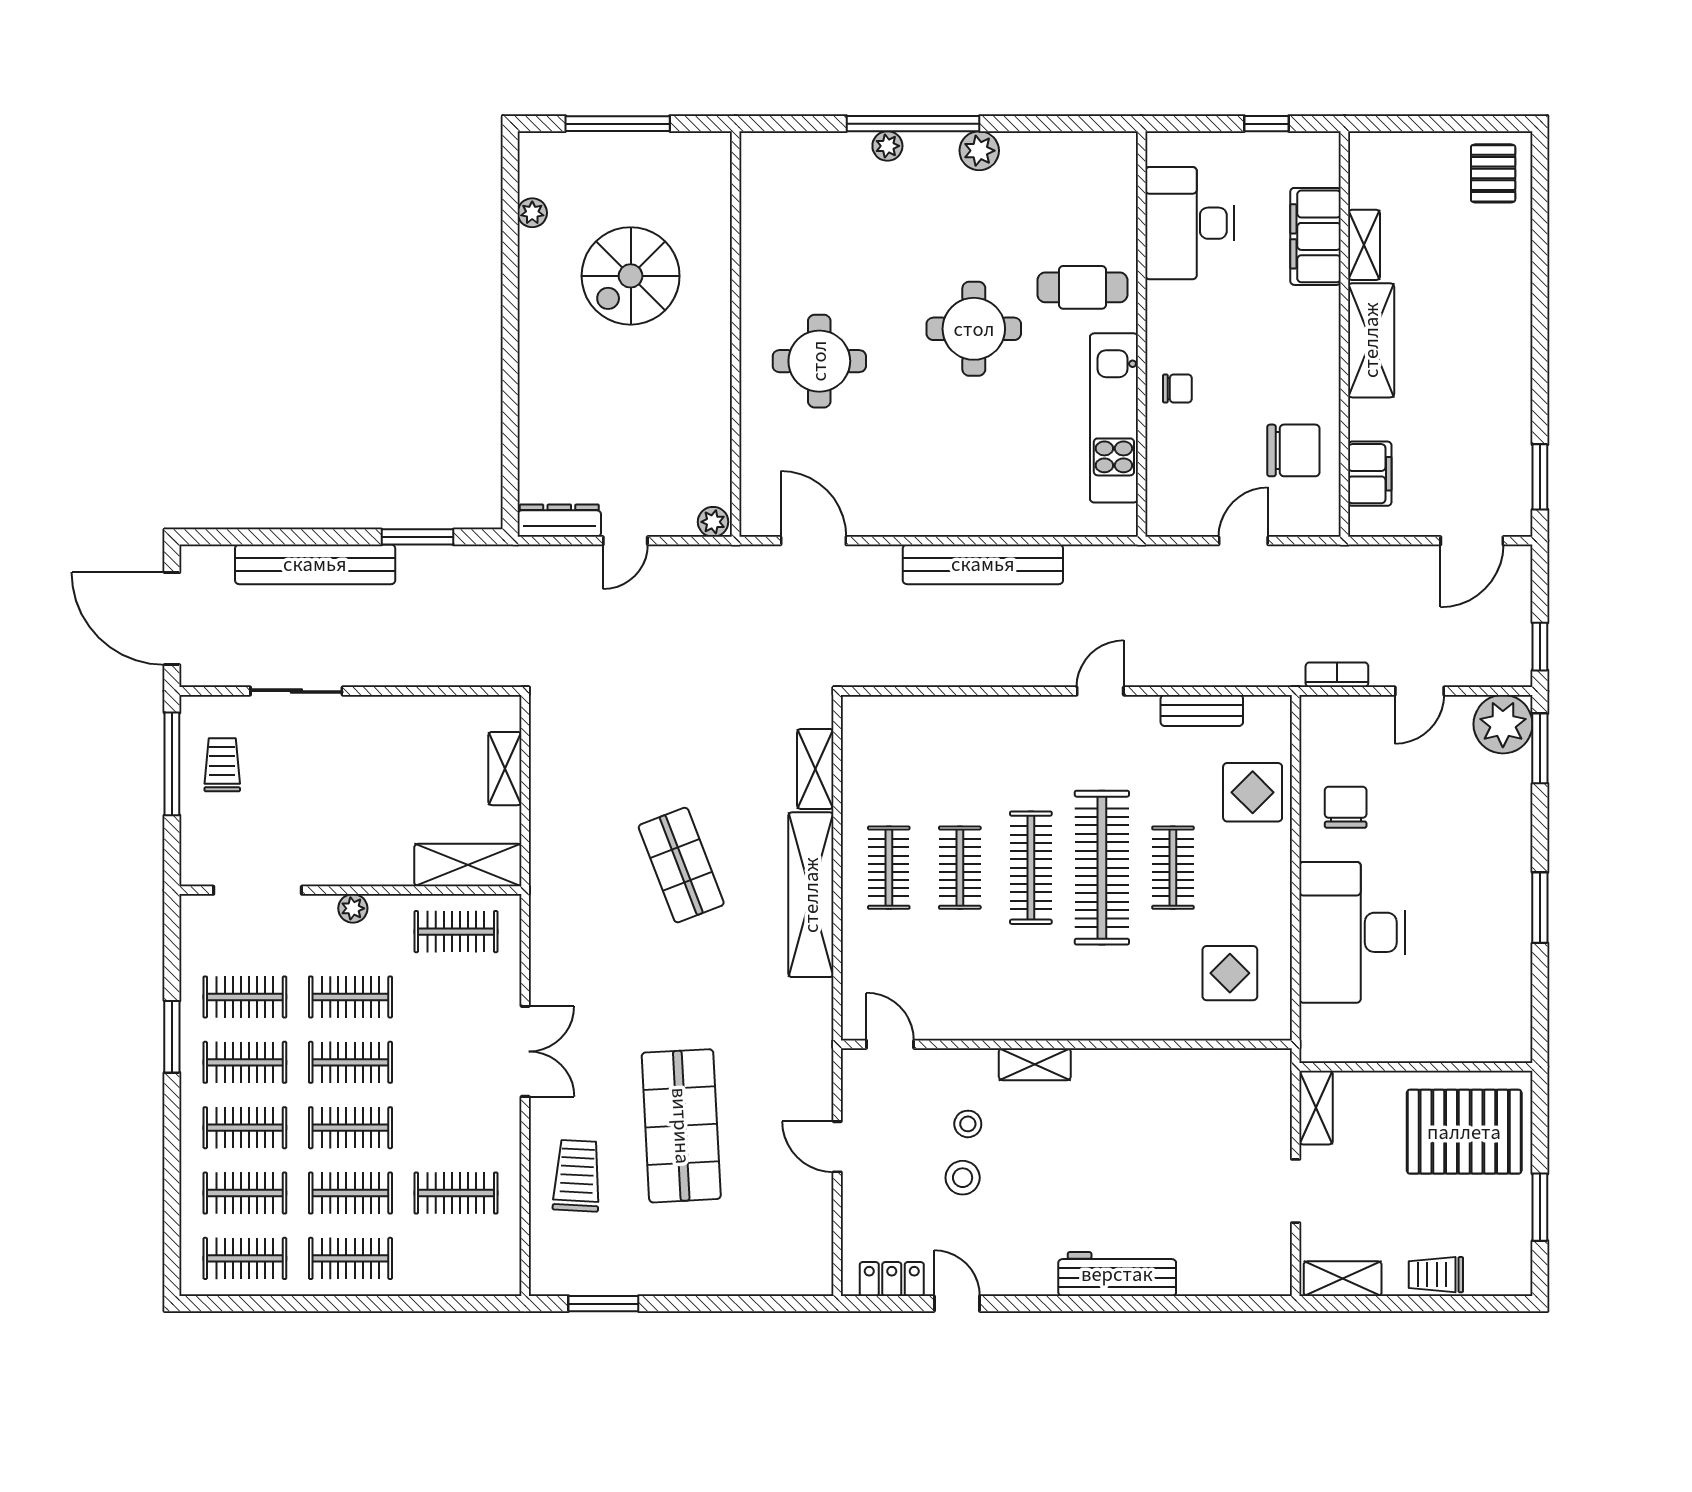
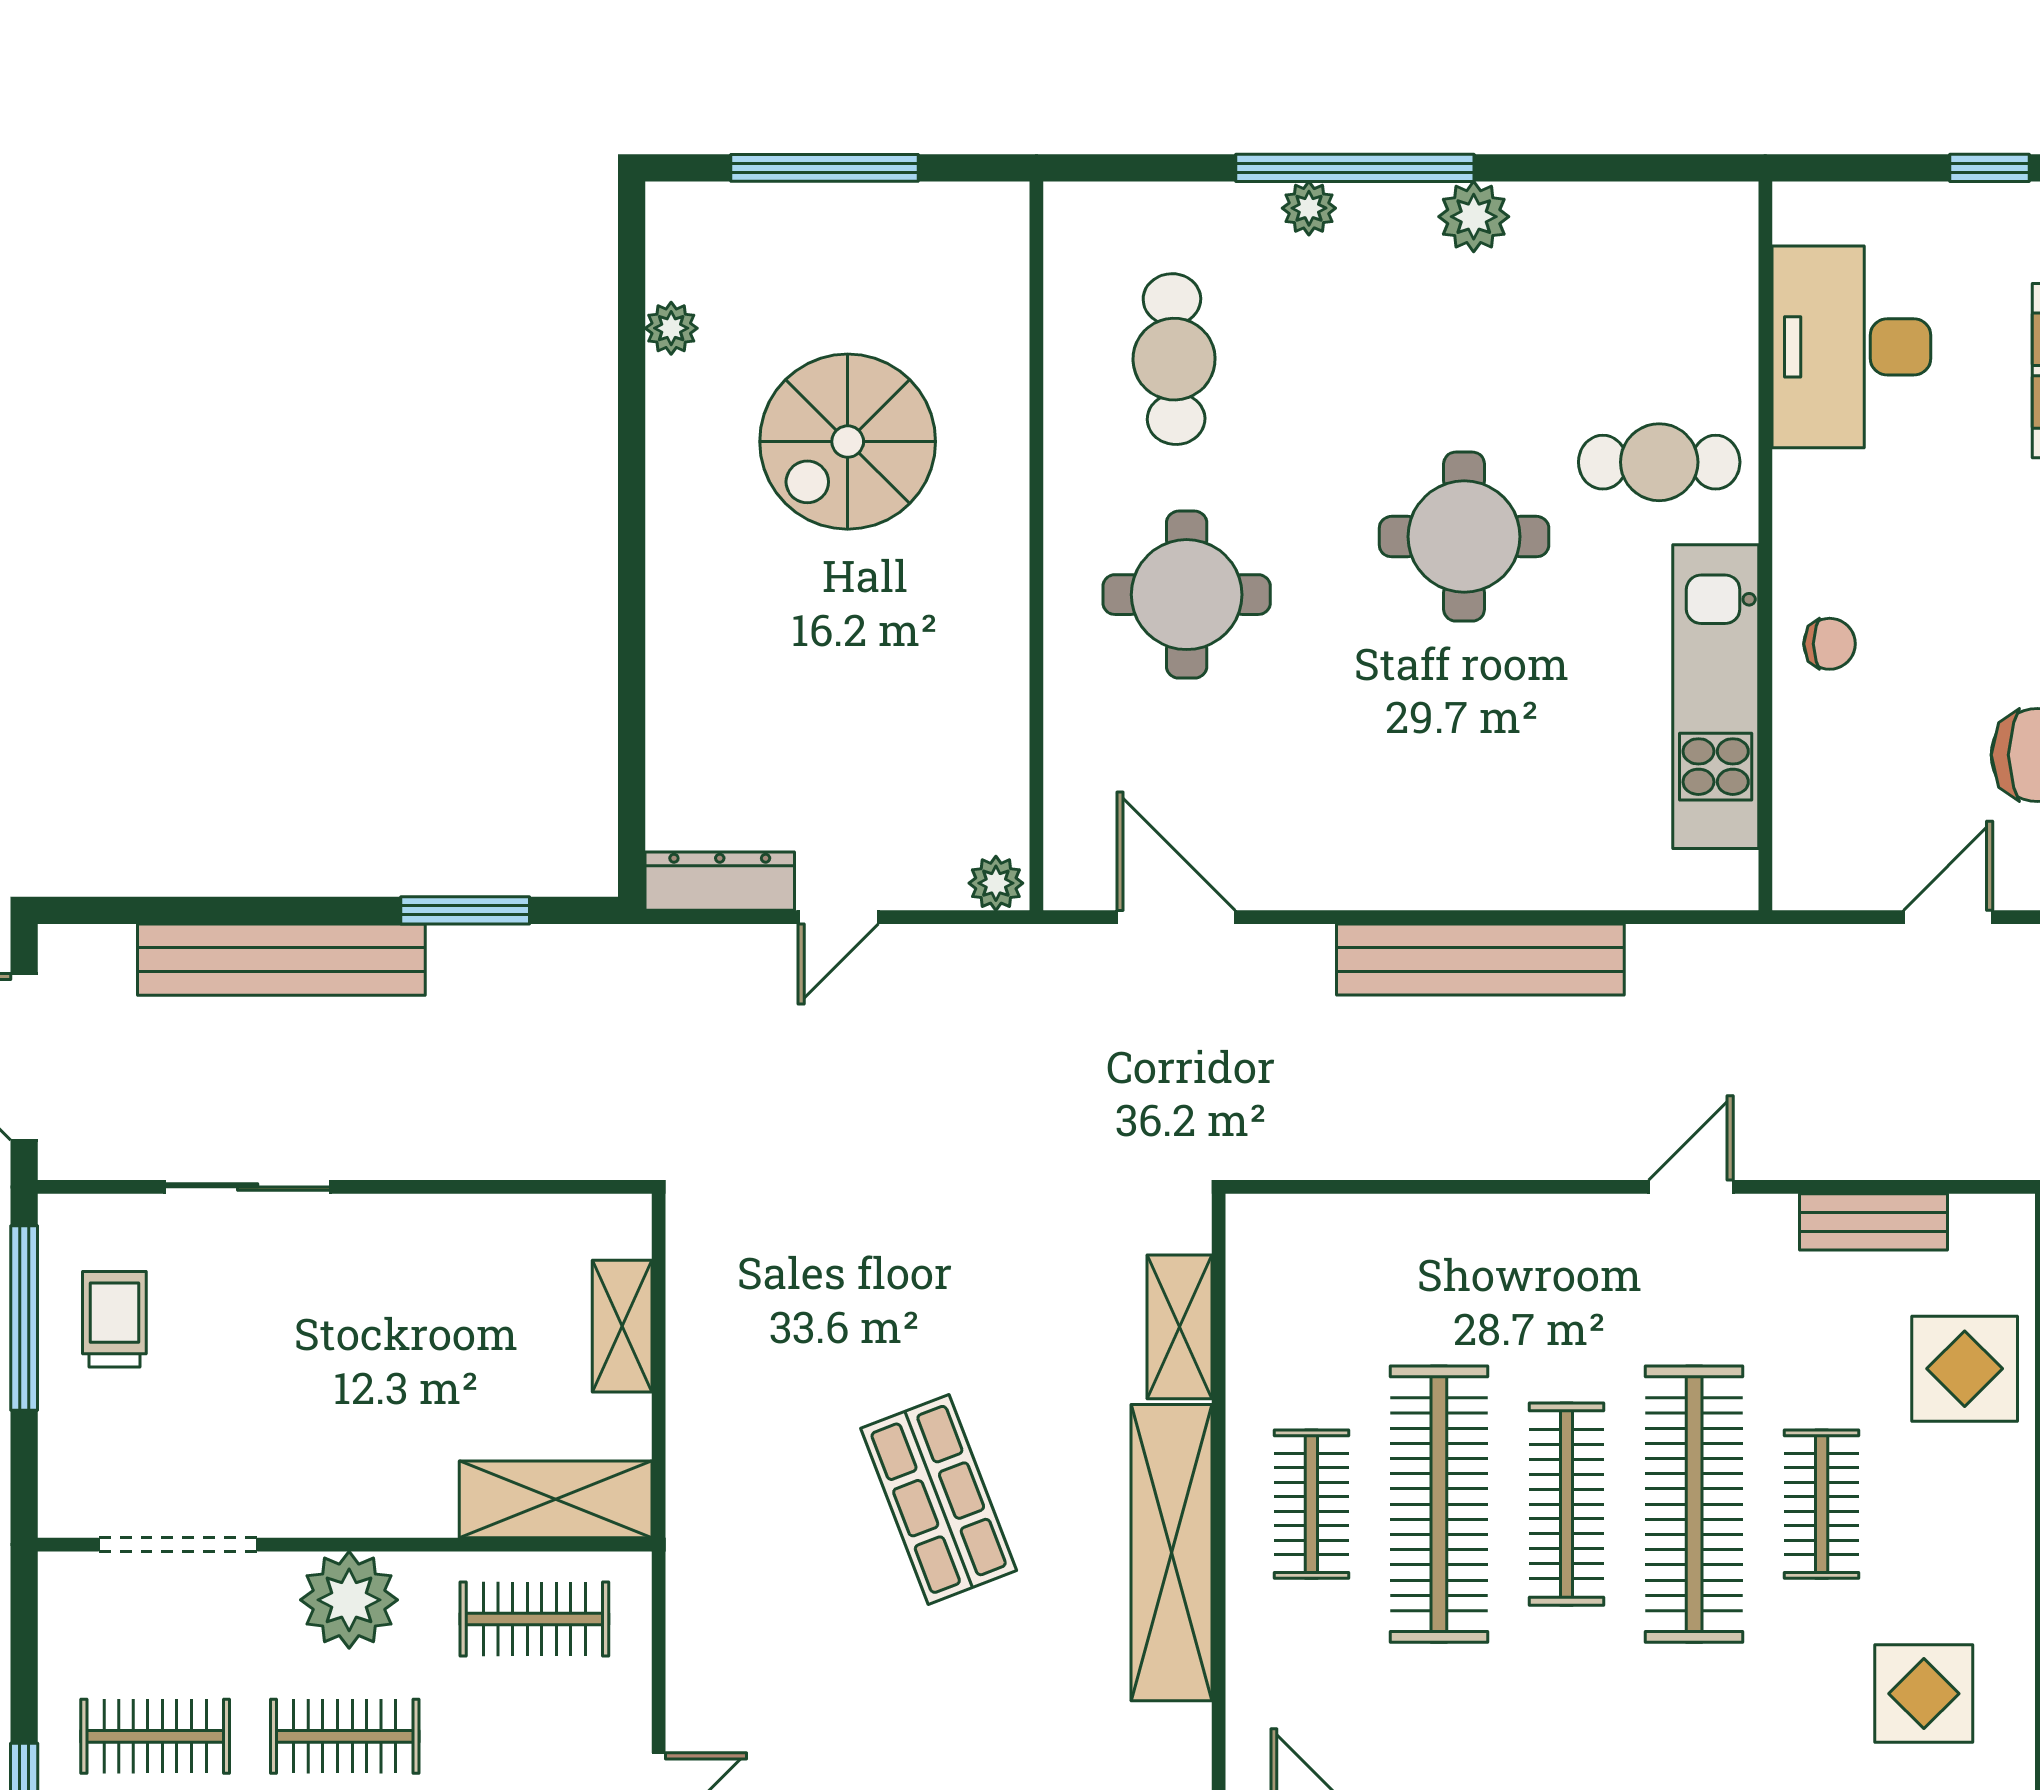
cafe table: (812, 230) -> (1174, 359), added
clothes rail: (960, 868) -> (1439, 1504), width x1.86, depth x1.31
plant: (353, 908) -> (349, 1600), width x1.87, depth x1.87

